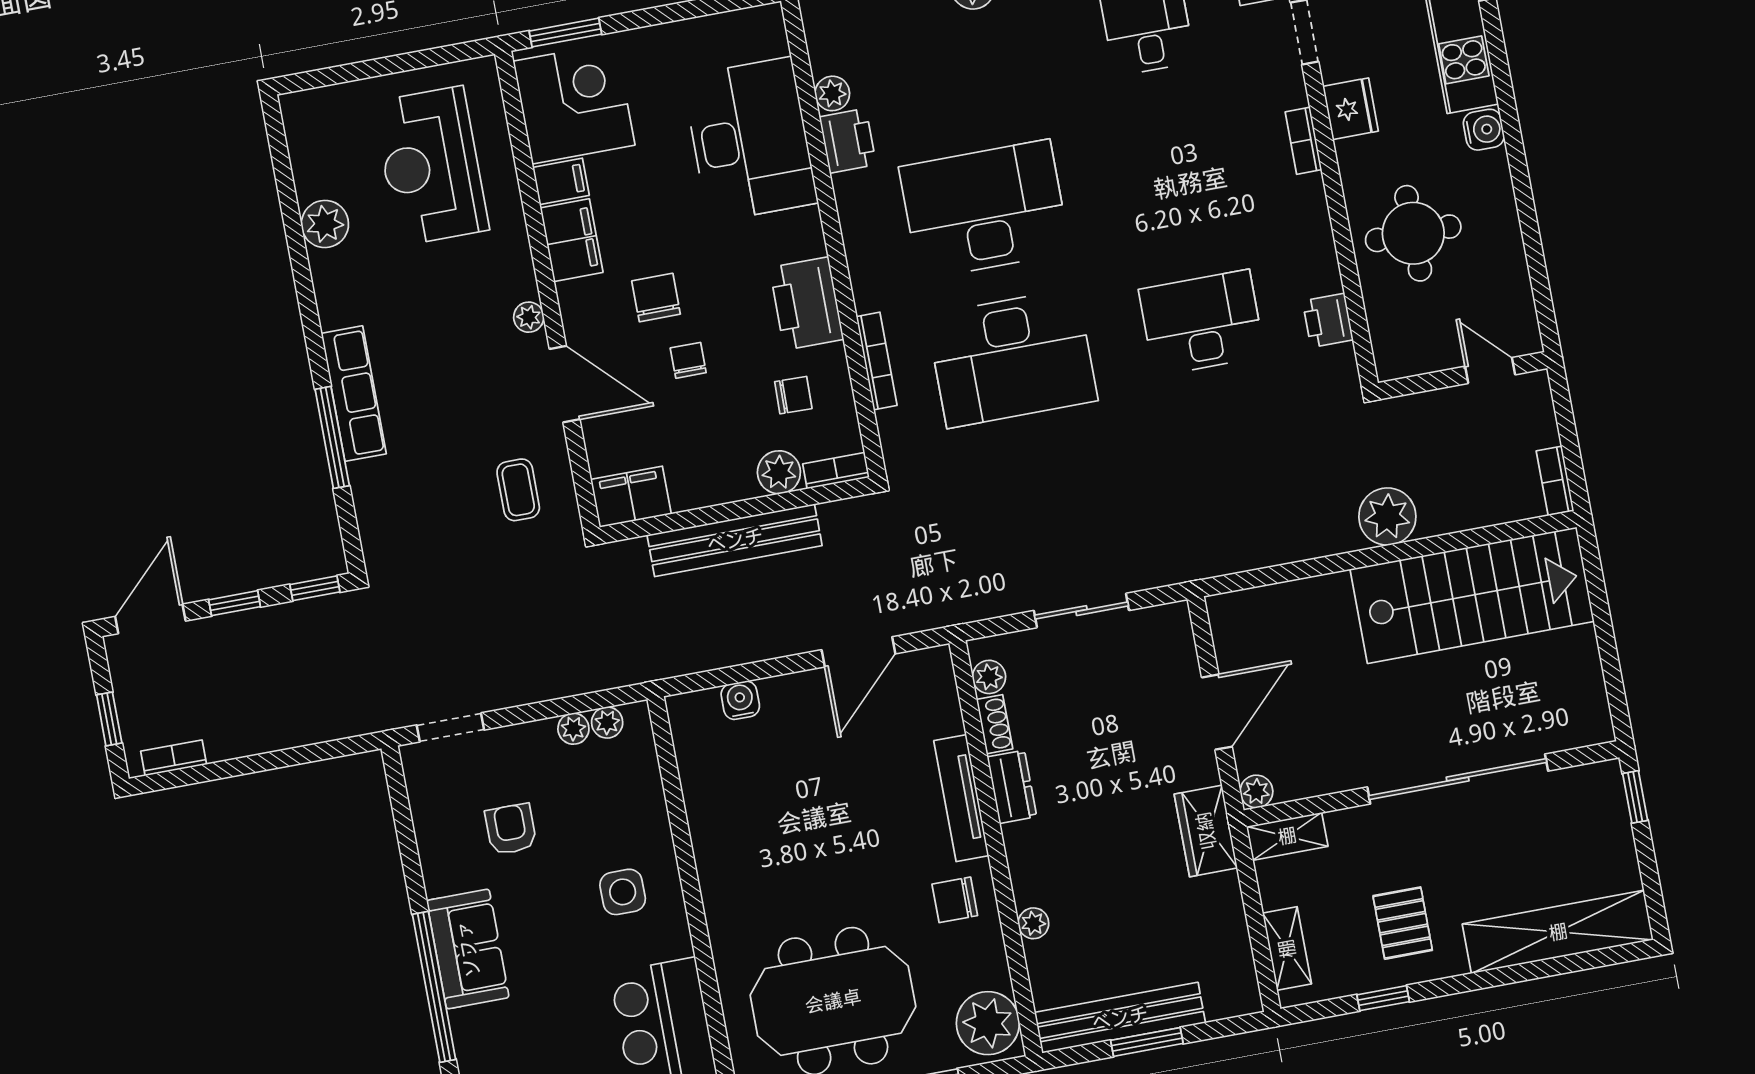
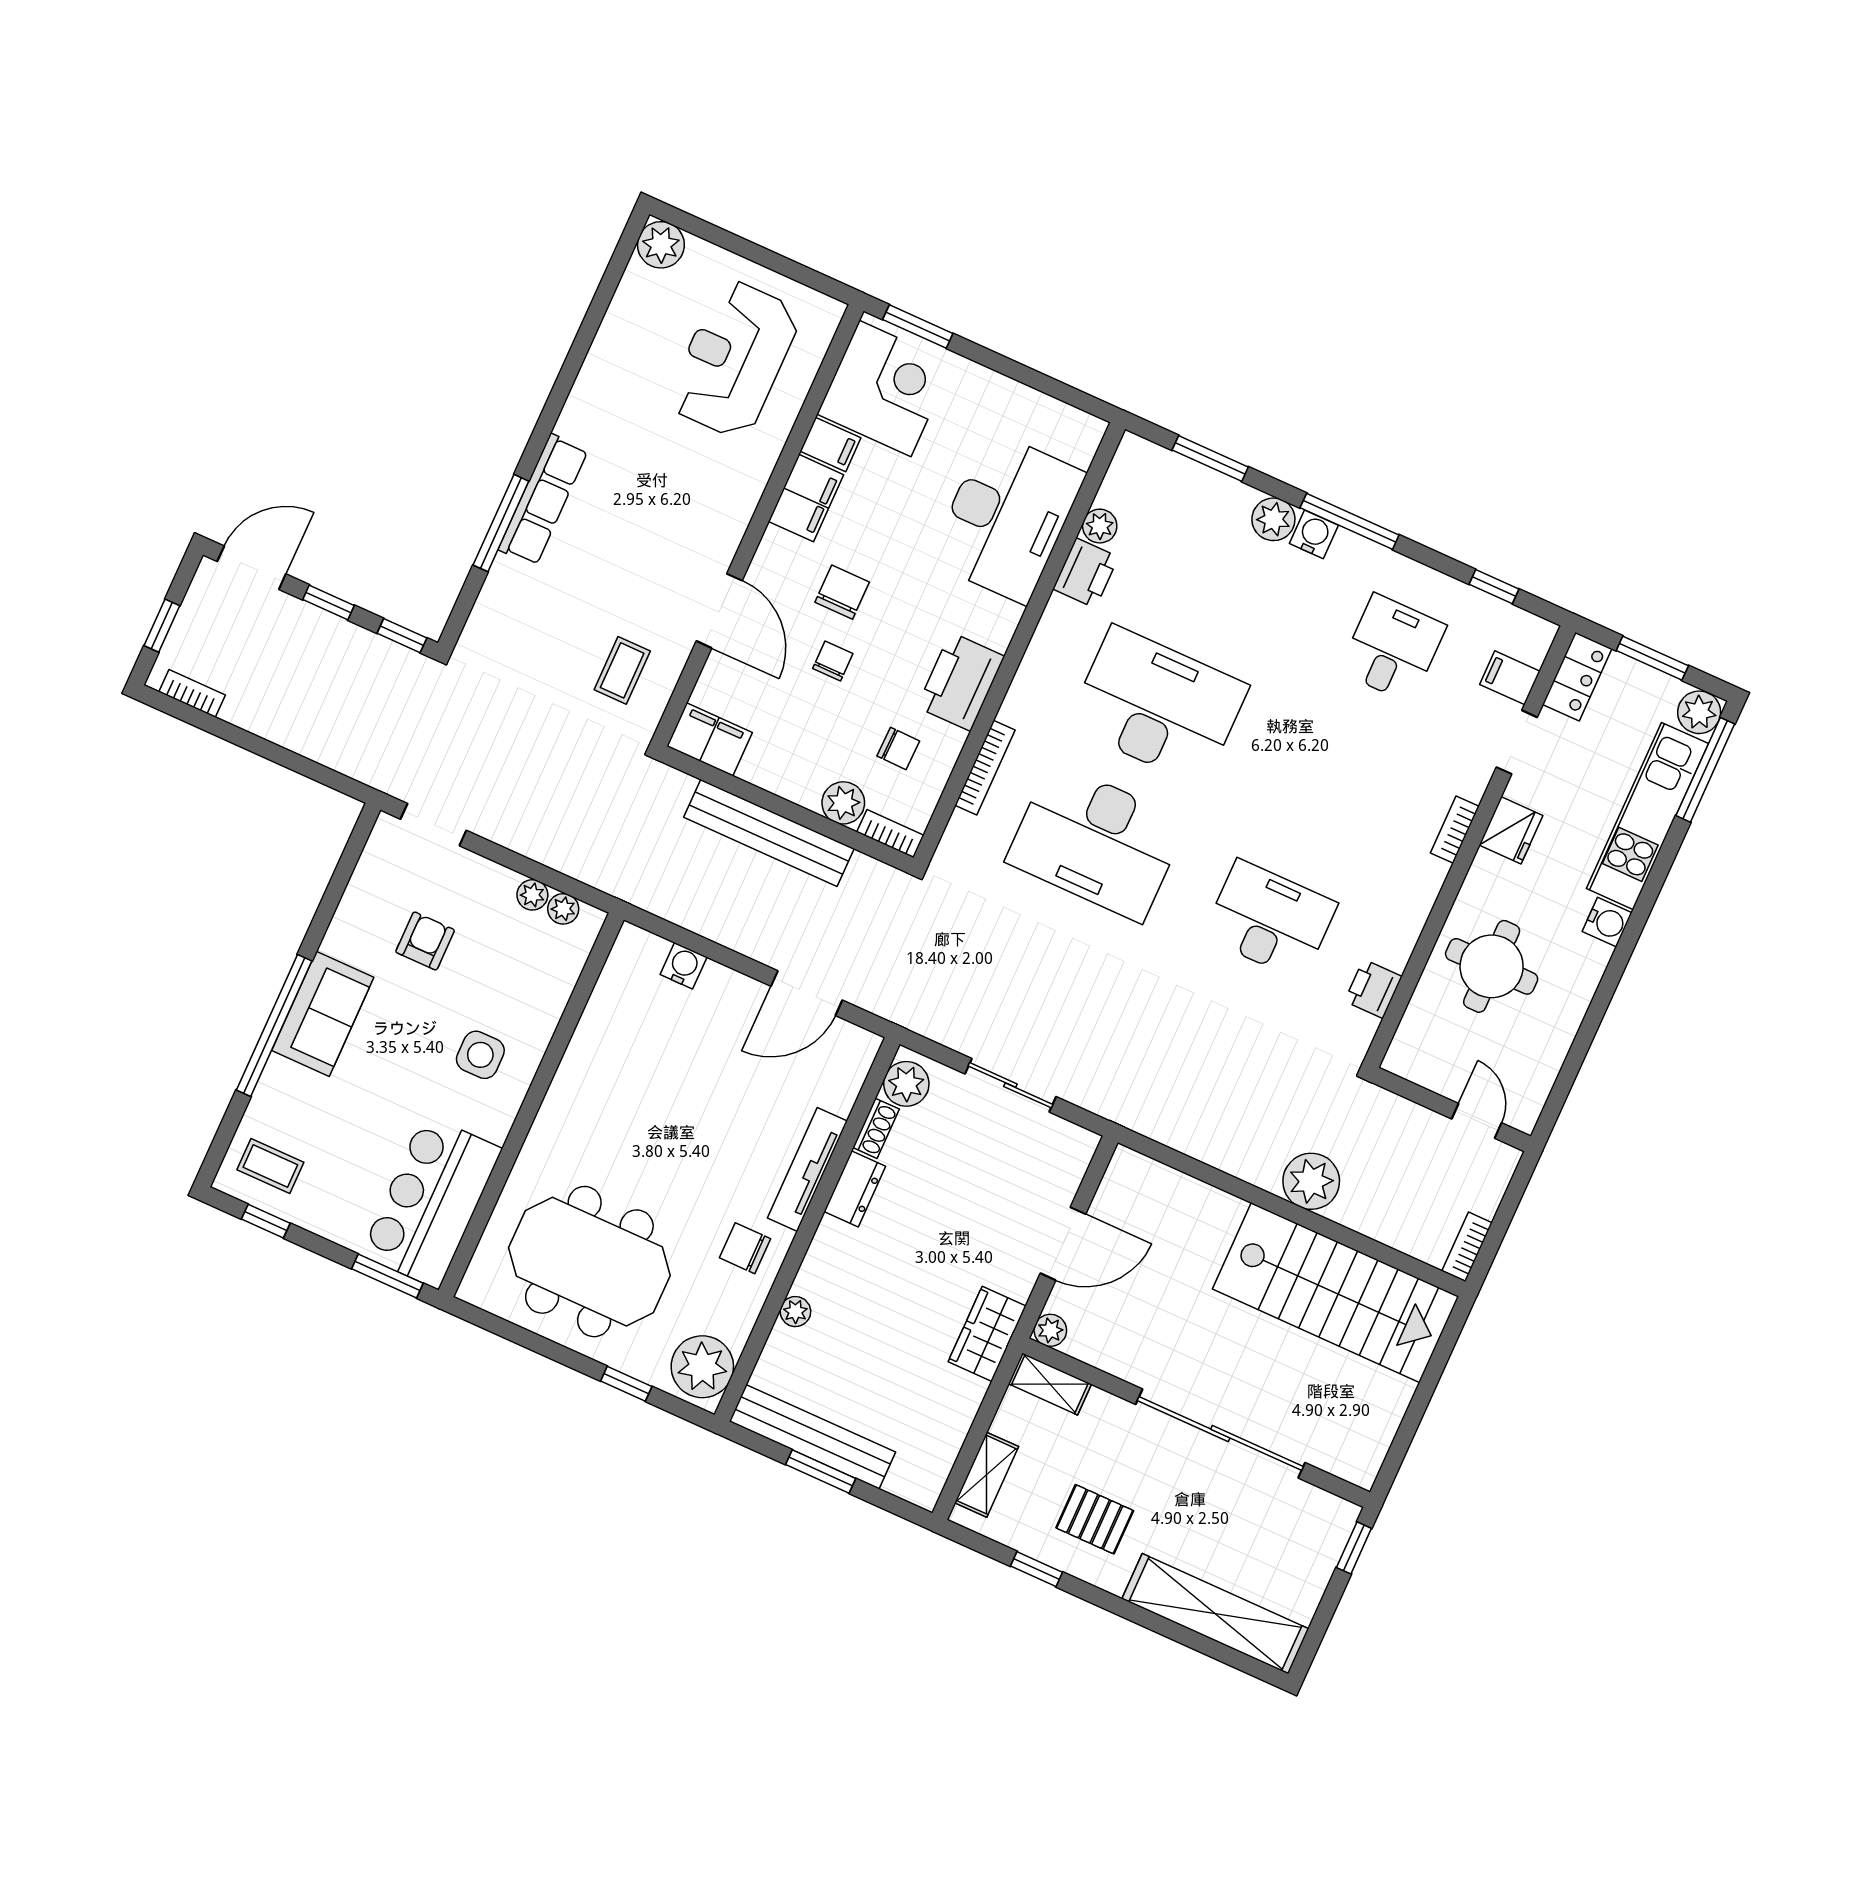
plant: (325, 224) -> (661, 245), moved
plant: (529, 317) -> (728, 536), removed
plant: (989, 677) -> (906, 1084), width x1.38, depth x1.38
pallet: (1403, 923) -> (1095, 1519), turned 90

